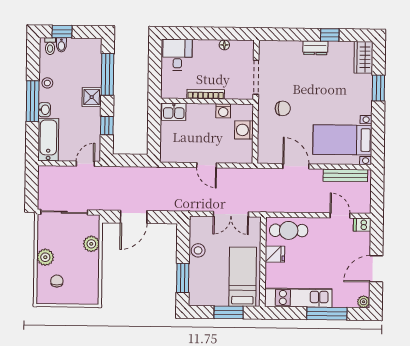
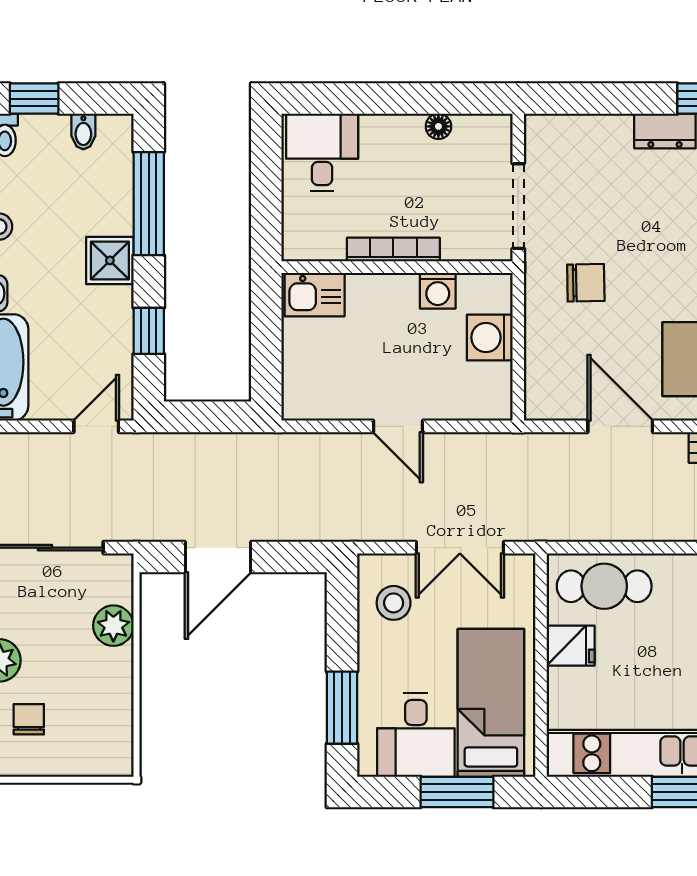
bidet: (61, 45) -> (83, 131), moved
stool: (198, 250) -> (394, 603), moved
desk: (212, 289) -> (416, 735), added

